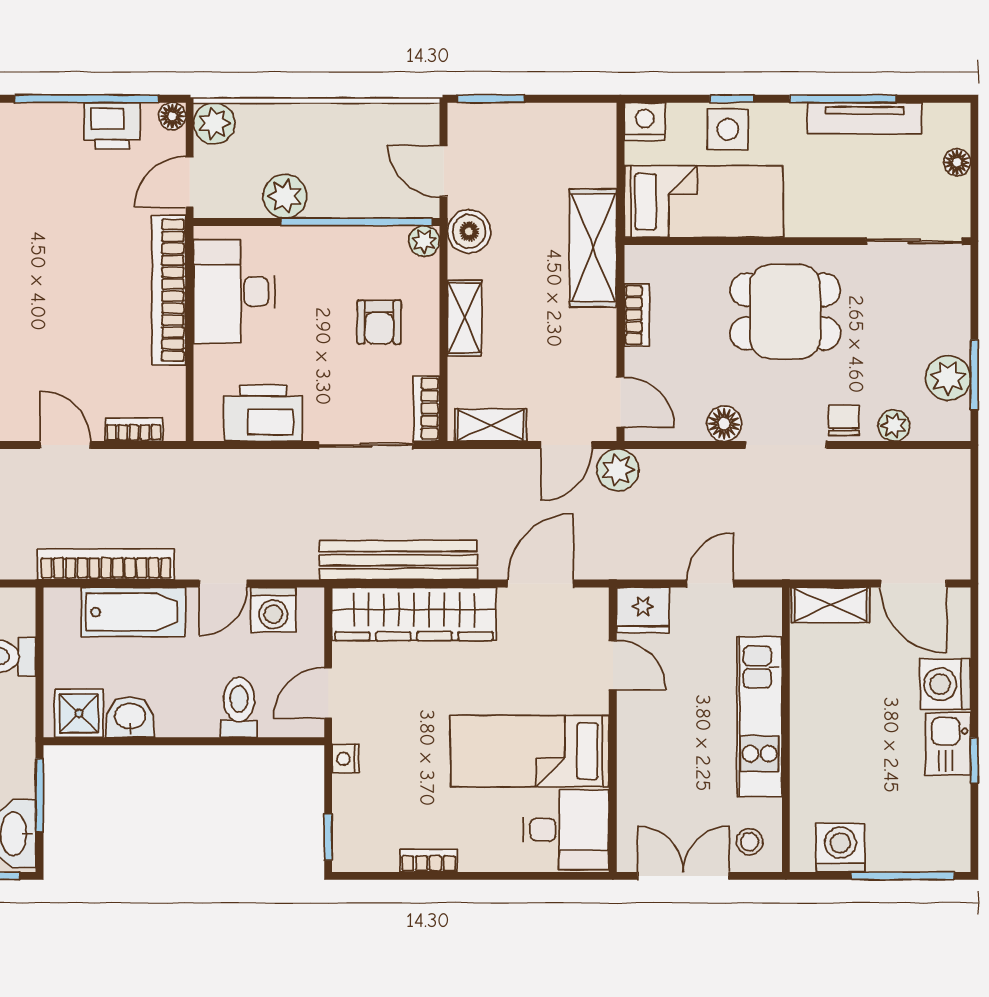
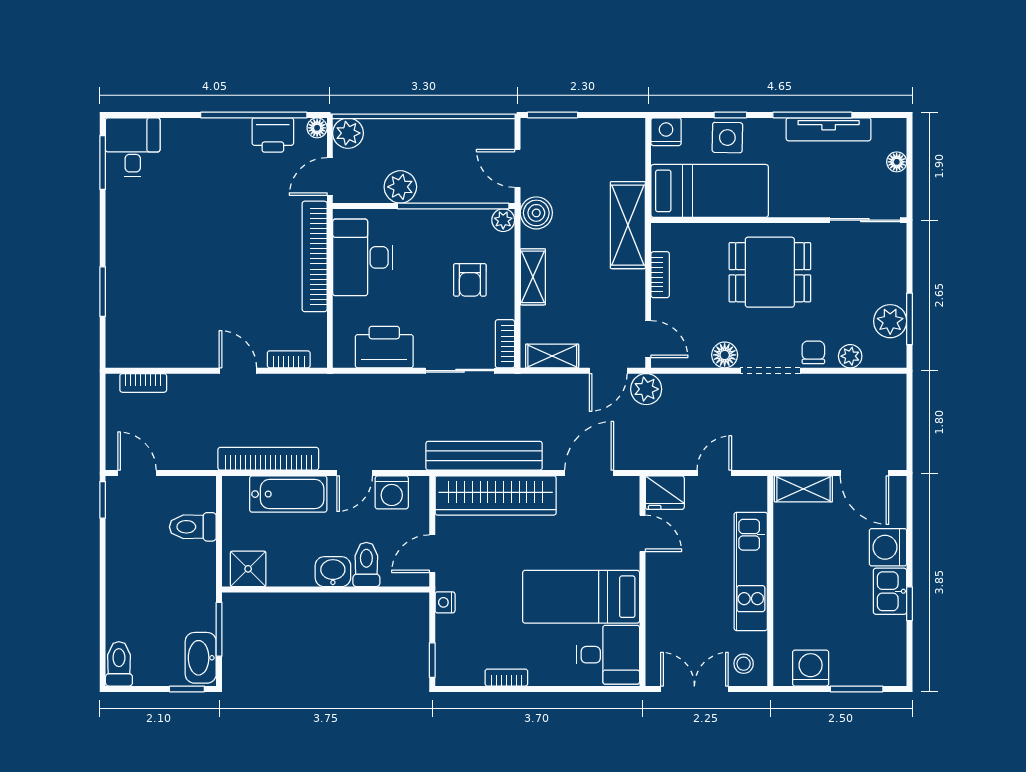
washbasin: (130, 717) -> (333, 572), moved
window: (903, 876) -> (857, 689), width x0.69

